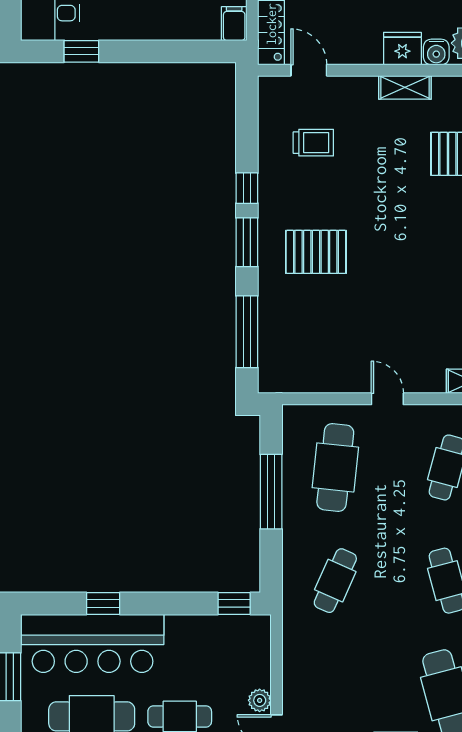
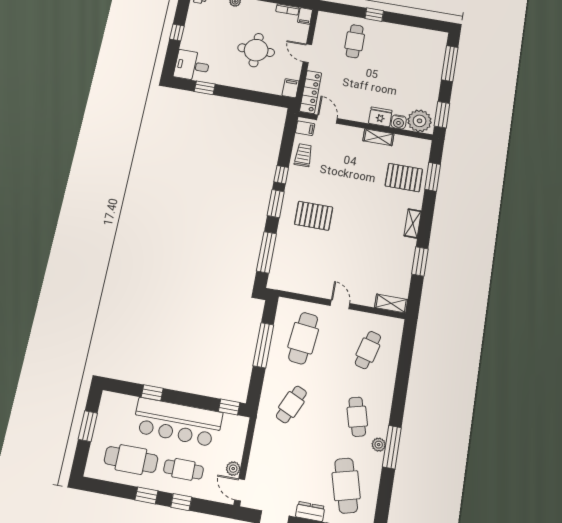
filing cabinet: (273, 95) -> (305, 128), added
trolley: (313, 143) -> (303, 155), moved, turned -90
bar counter: (93, 643) -> (178, 422), moved

